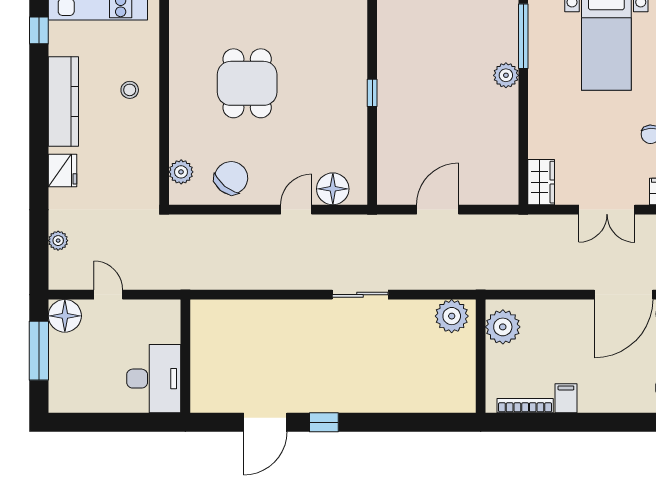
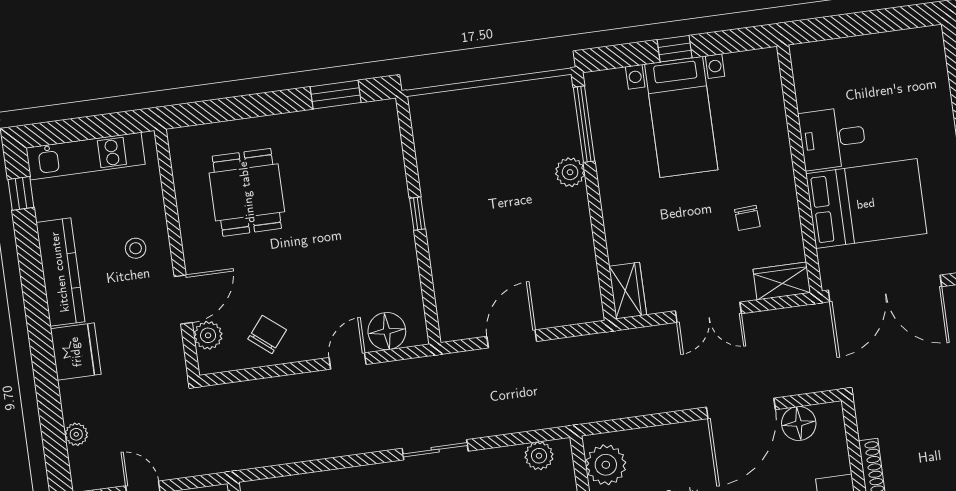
dining table: (247, 83) -> (247, 192), moved
door: (164, 139) -> (183, 300), added
fridge: (62, 170) -> (76, 352), width x1.36, depth x1.34
chair: (231, 178) -> (267, 334), width x0.73, depth x0.73
plant: (452, 316) -> (539, 456), width x0.73, depth x0.73

